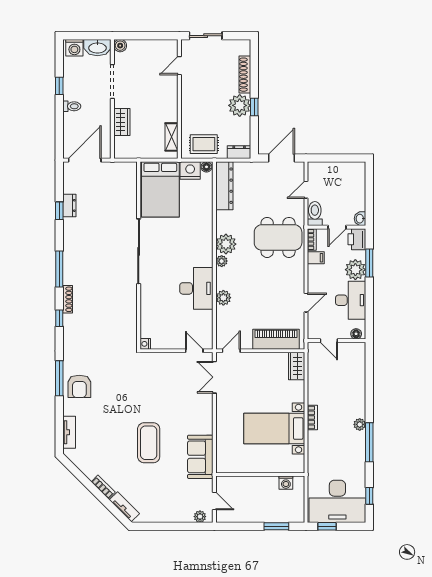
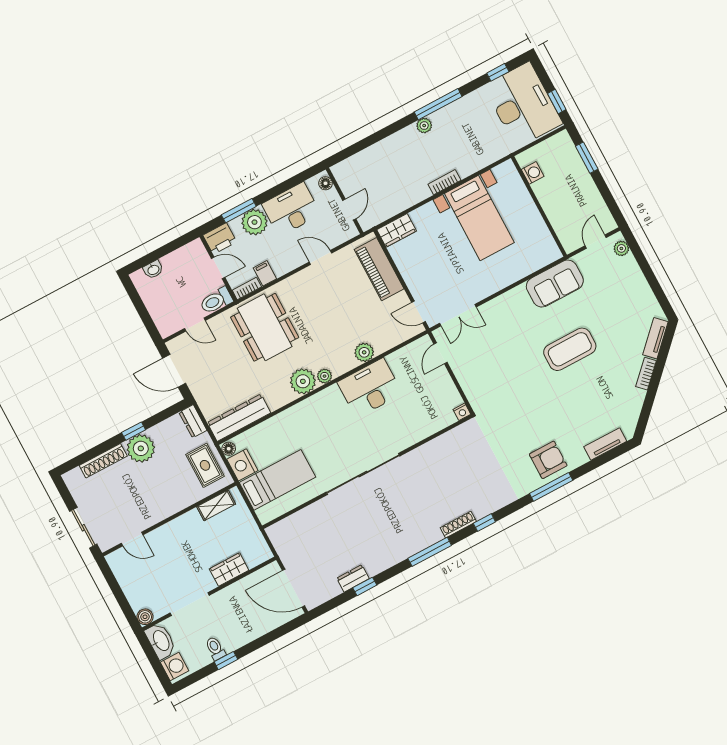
toilet: (72, 106) -> (215, 648), moved
bed: (160, 189) -> (277, 480), width x0.67
washbasin: (360, 219) -> (153, 270), moved

